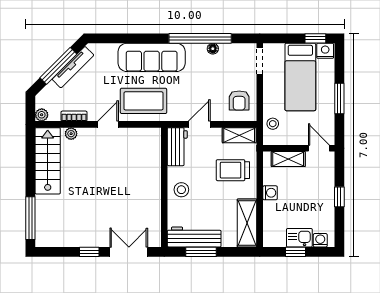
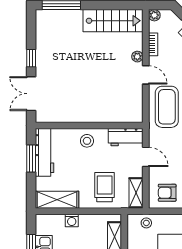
plant: (71, 134) -> (137, 57), moved
washing machine: (270, 193) -> (72, 220), moved
double door: (129, 252) -> (31, 94), swing flipped

